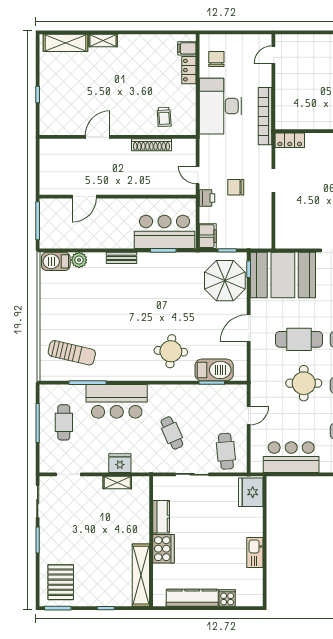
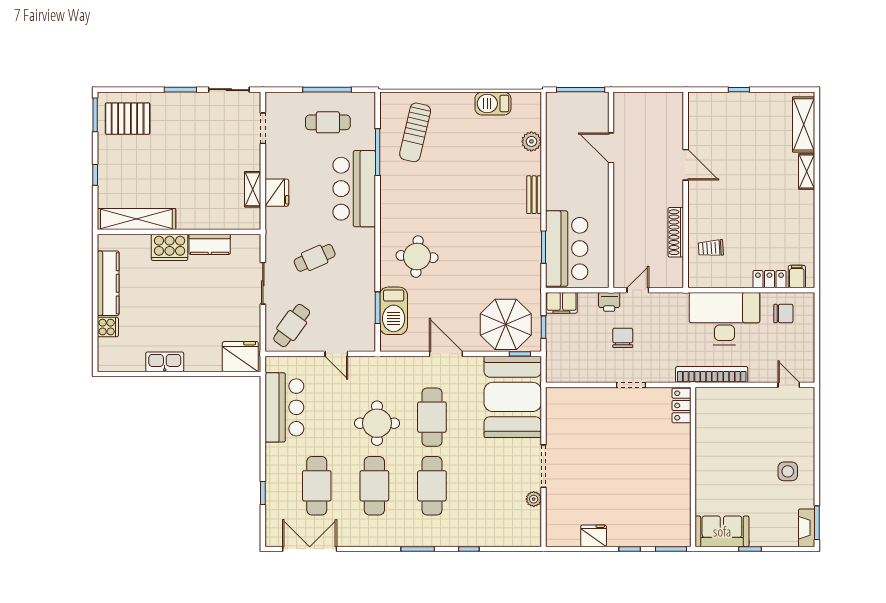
barbecue: (56, 261) -> (493, 103), moved, turned -90
cafe table: (226, 451) -> (292, 326), turned -49

